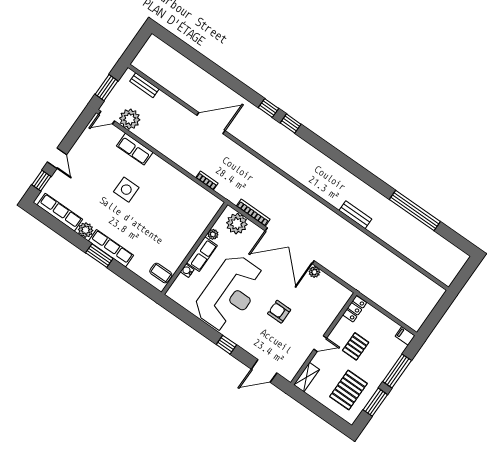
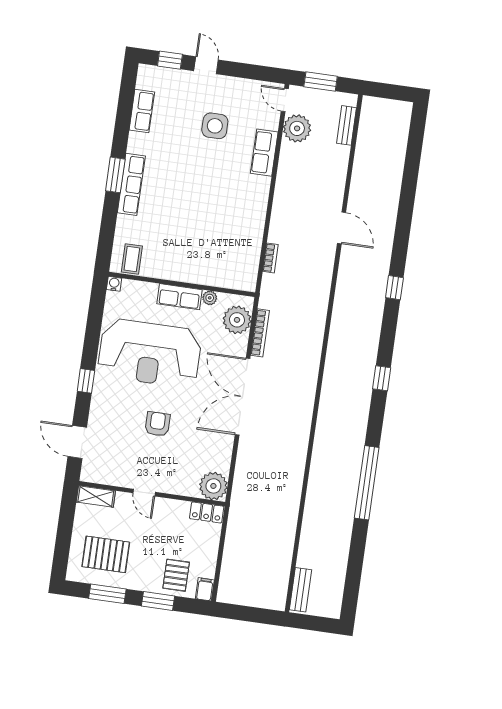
door: (211, 123) -> (342, 228), width x0.73
window: (291, 124) -> (382, 378), moved
door: (57, 158) -> (206, 65), swing flipped
side table: (126, 190) -> (215, 126), moved
window: (415, 211) -> (367, 483), moved
row of seats: (60, 212) -> (142, 111), width x0.68
bench: (355, 215) -> (301, 590), moved
plant: (86, 230) -> (138, 143), removed
water cooler: (187, 271) -> (114, 284), moved
plant: (314, 272) -> (213, 486), moved, width x1.88, depth x1.88
pallet: (356, 346) -> (176, 575), moved, turned 90
window: (397, 371) -> (158, 601), width x0.69

